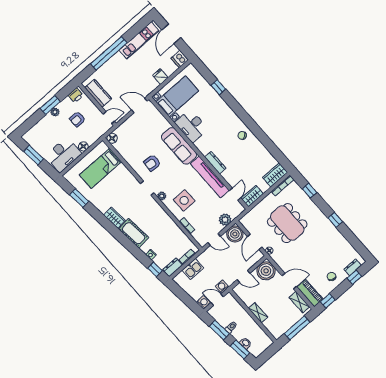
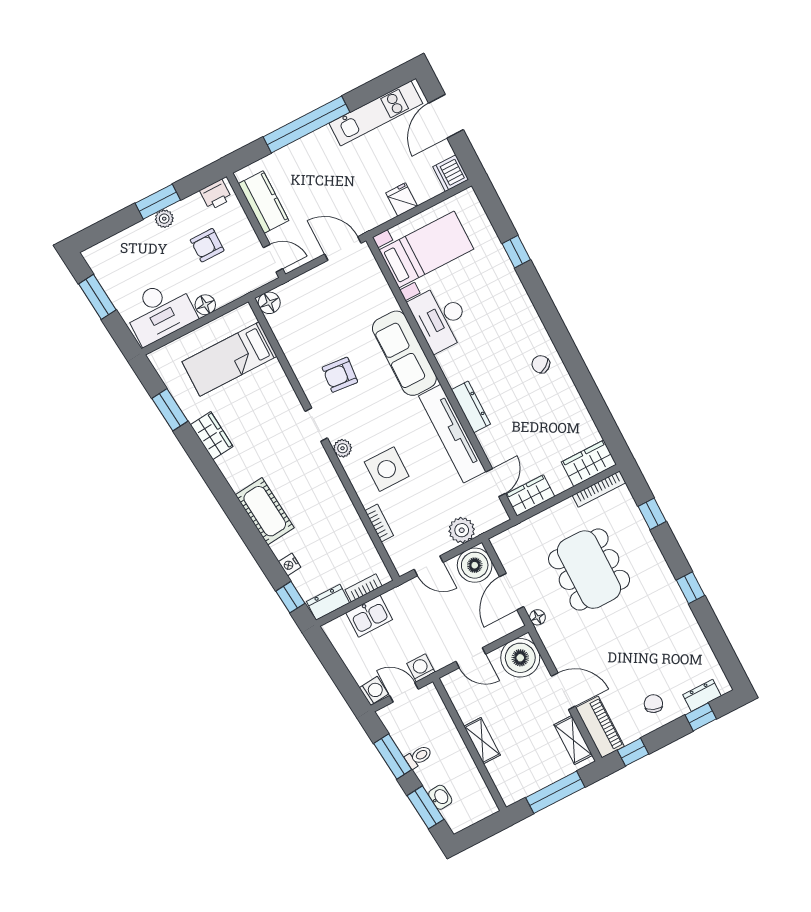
wardrobe: (114, 218) -> (212, 436), moved

